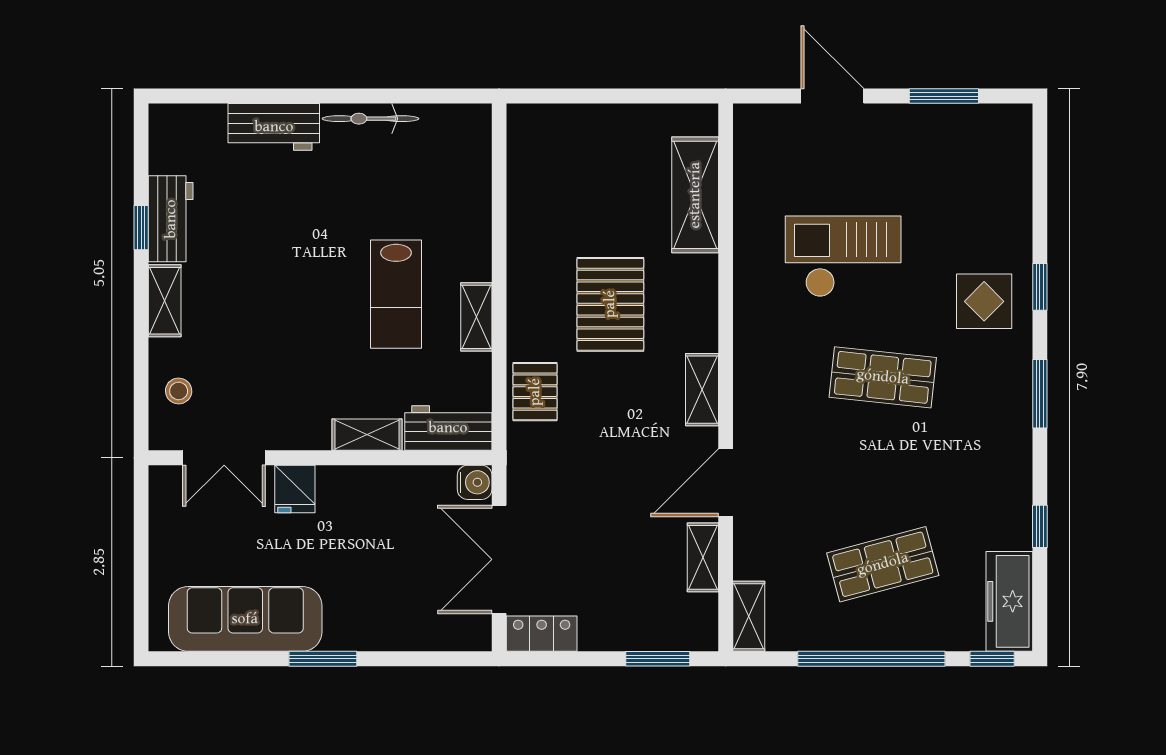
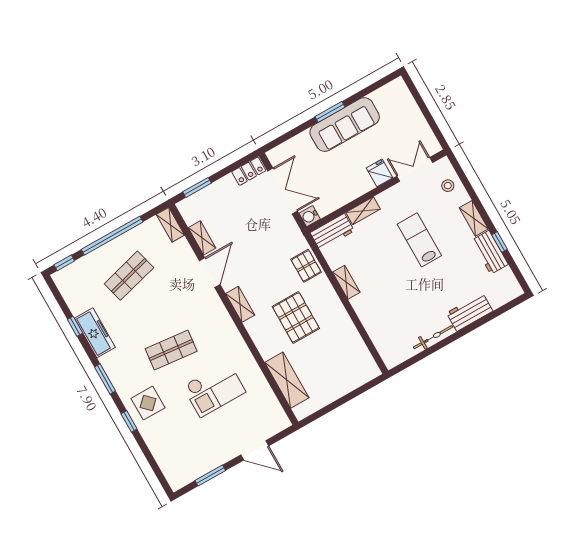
lab bench: (396, 294) -> (419, 240), moved
freezer: (1009, 601) -> (95, 333), moved
sofa: (245, 619) -> (345, 125), moved

